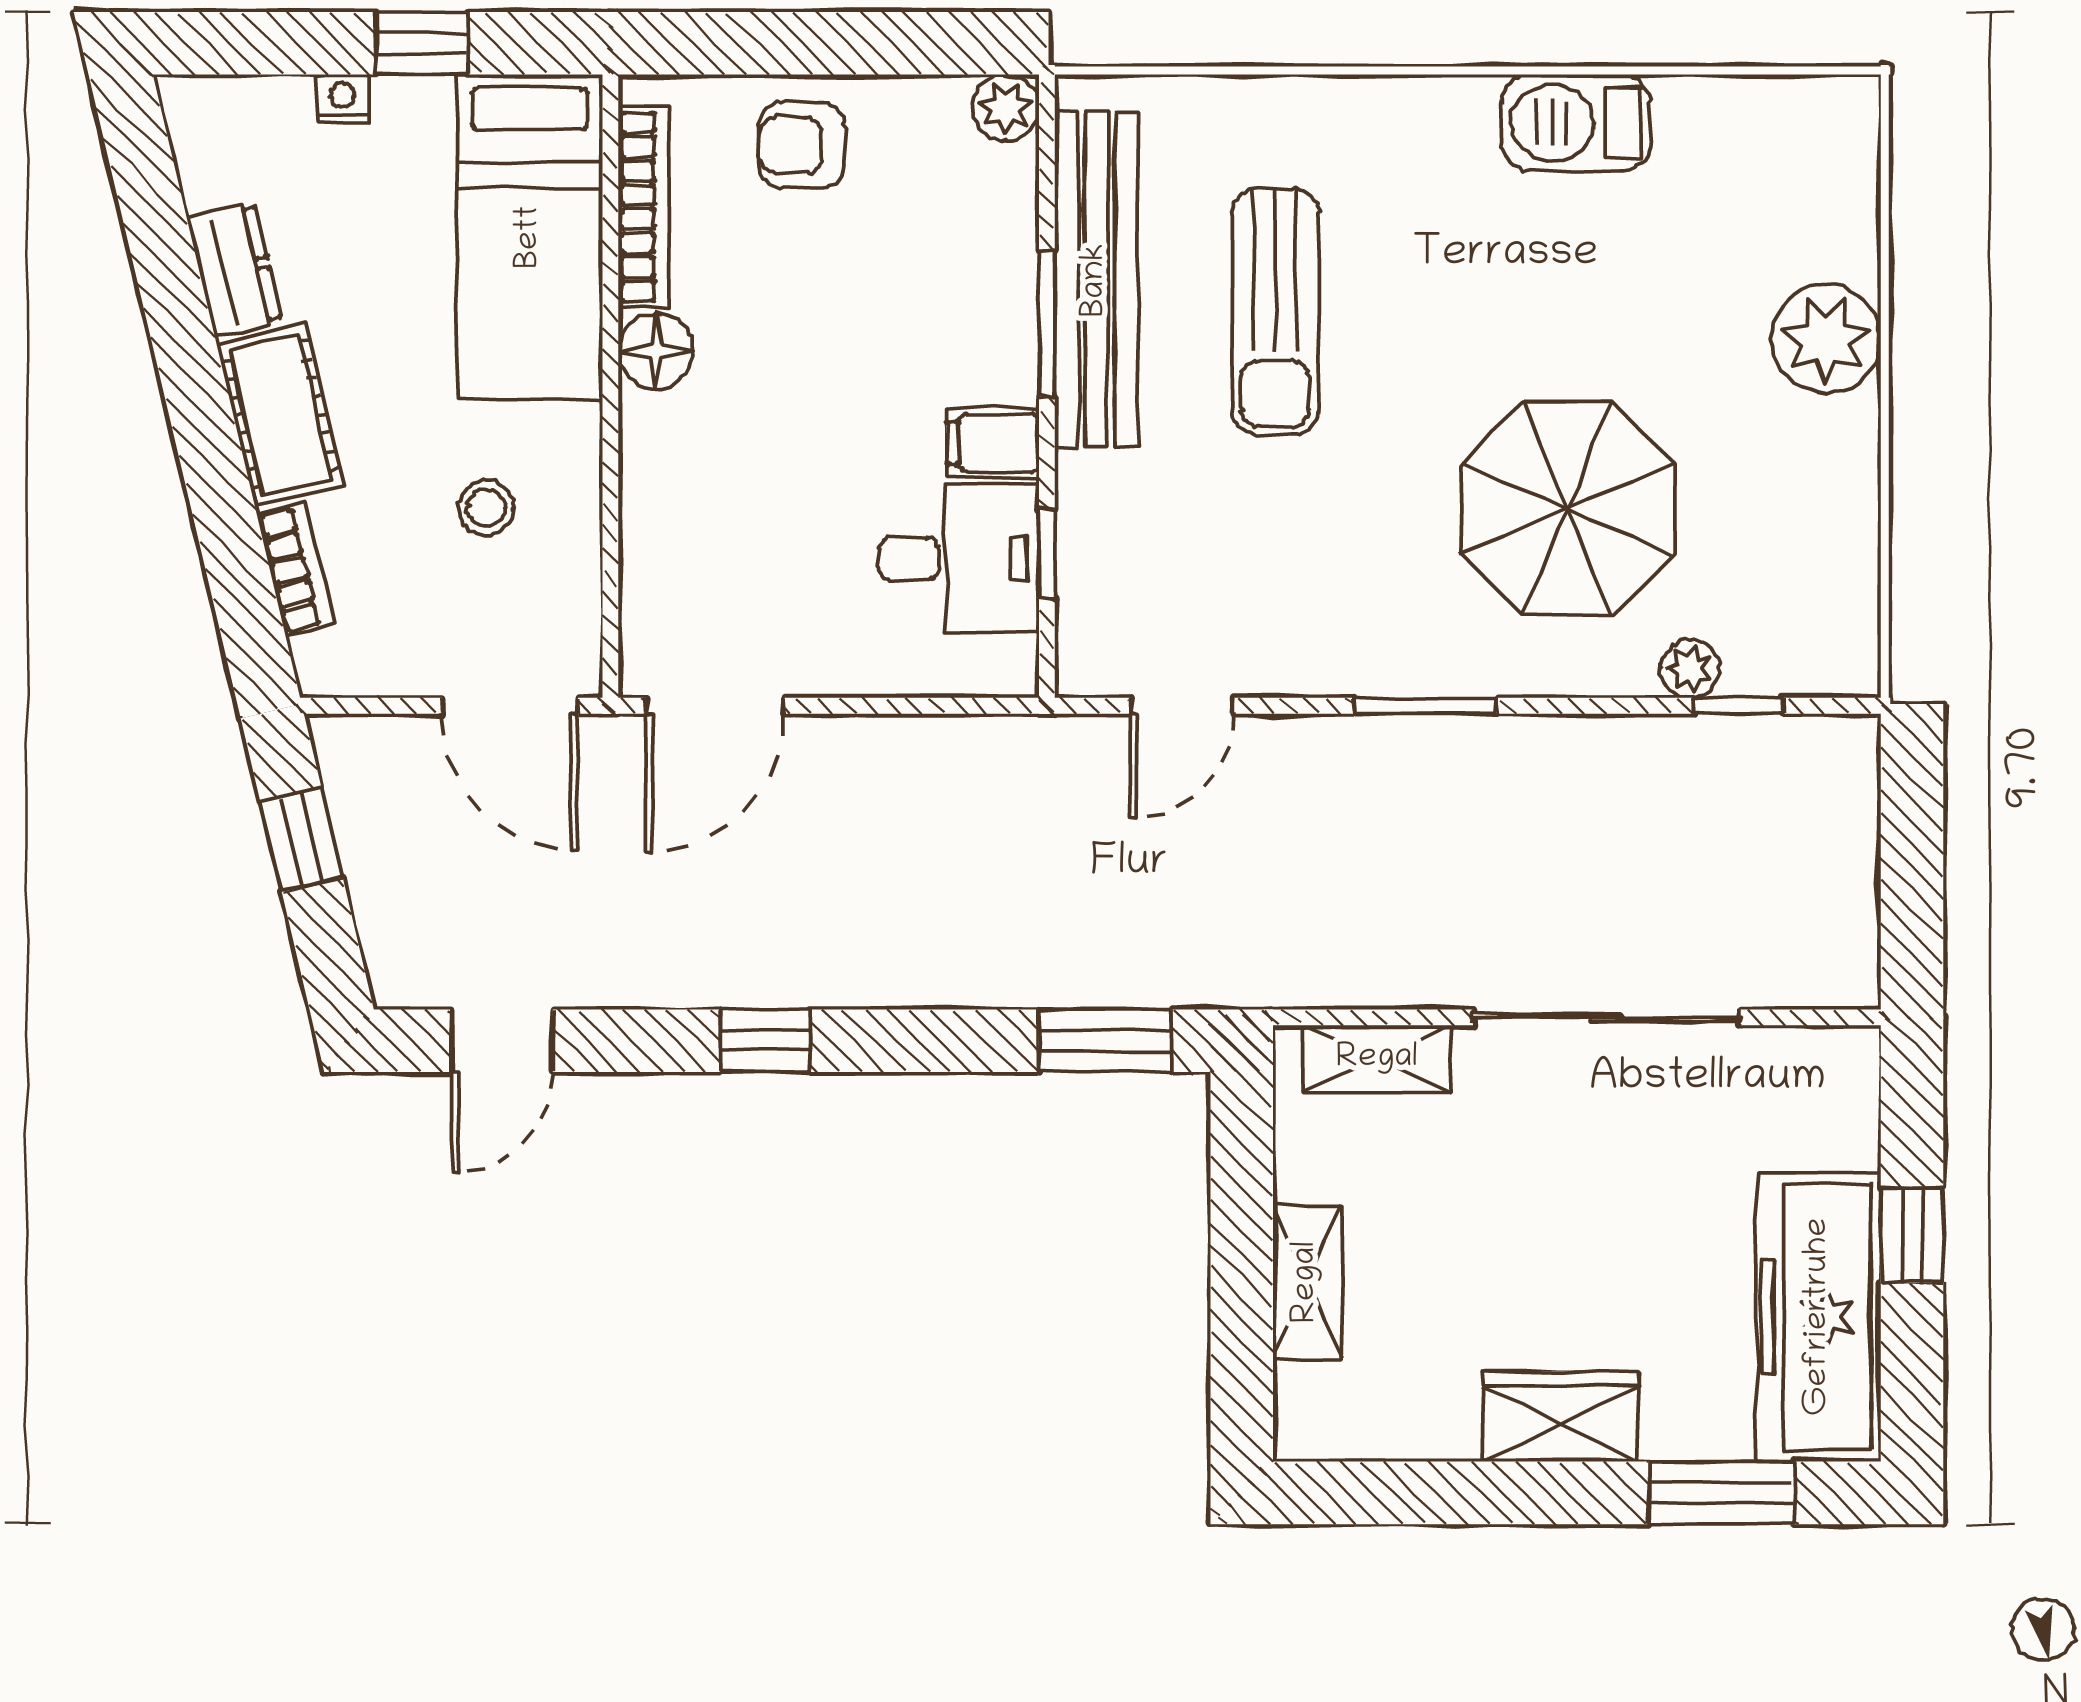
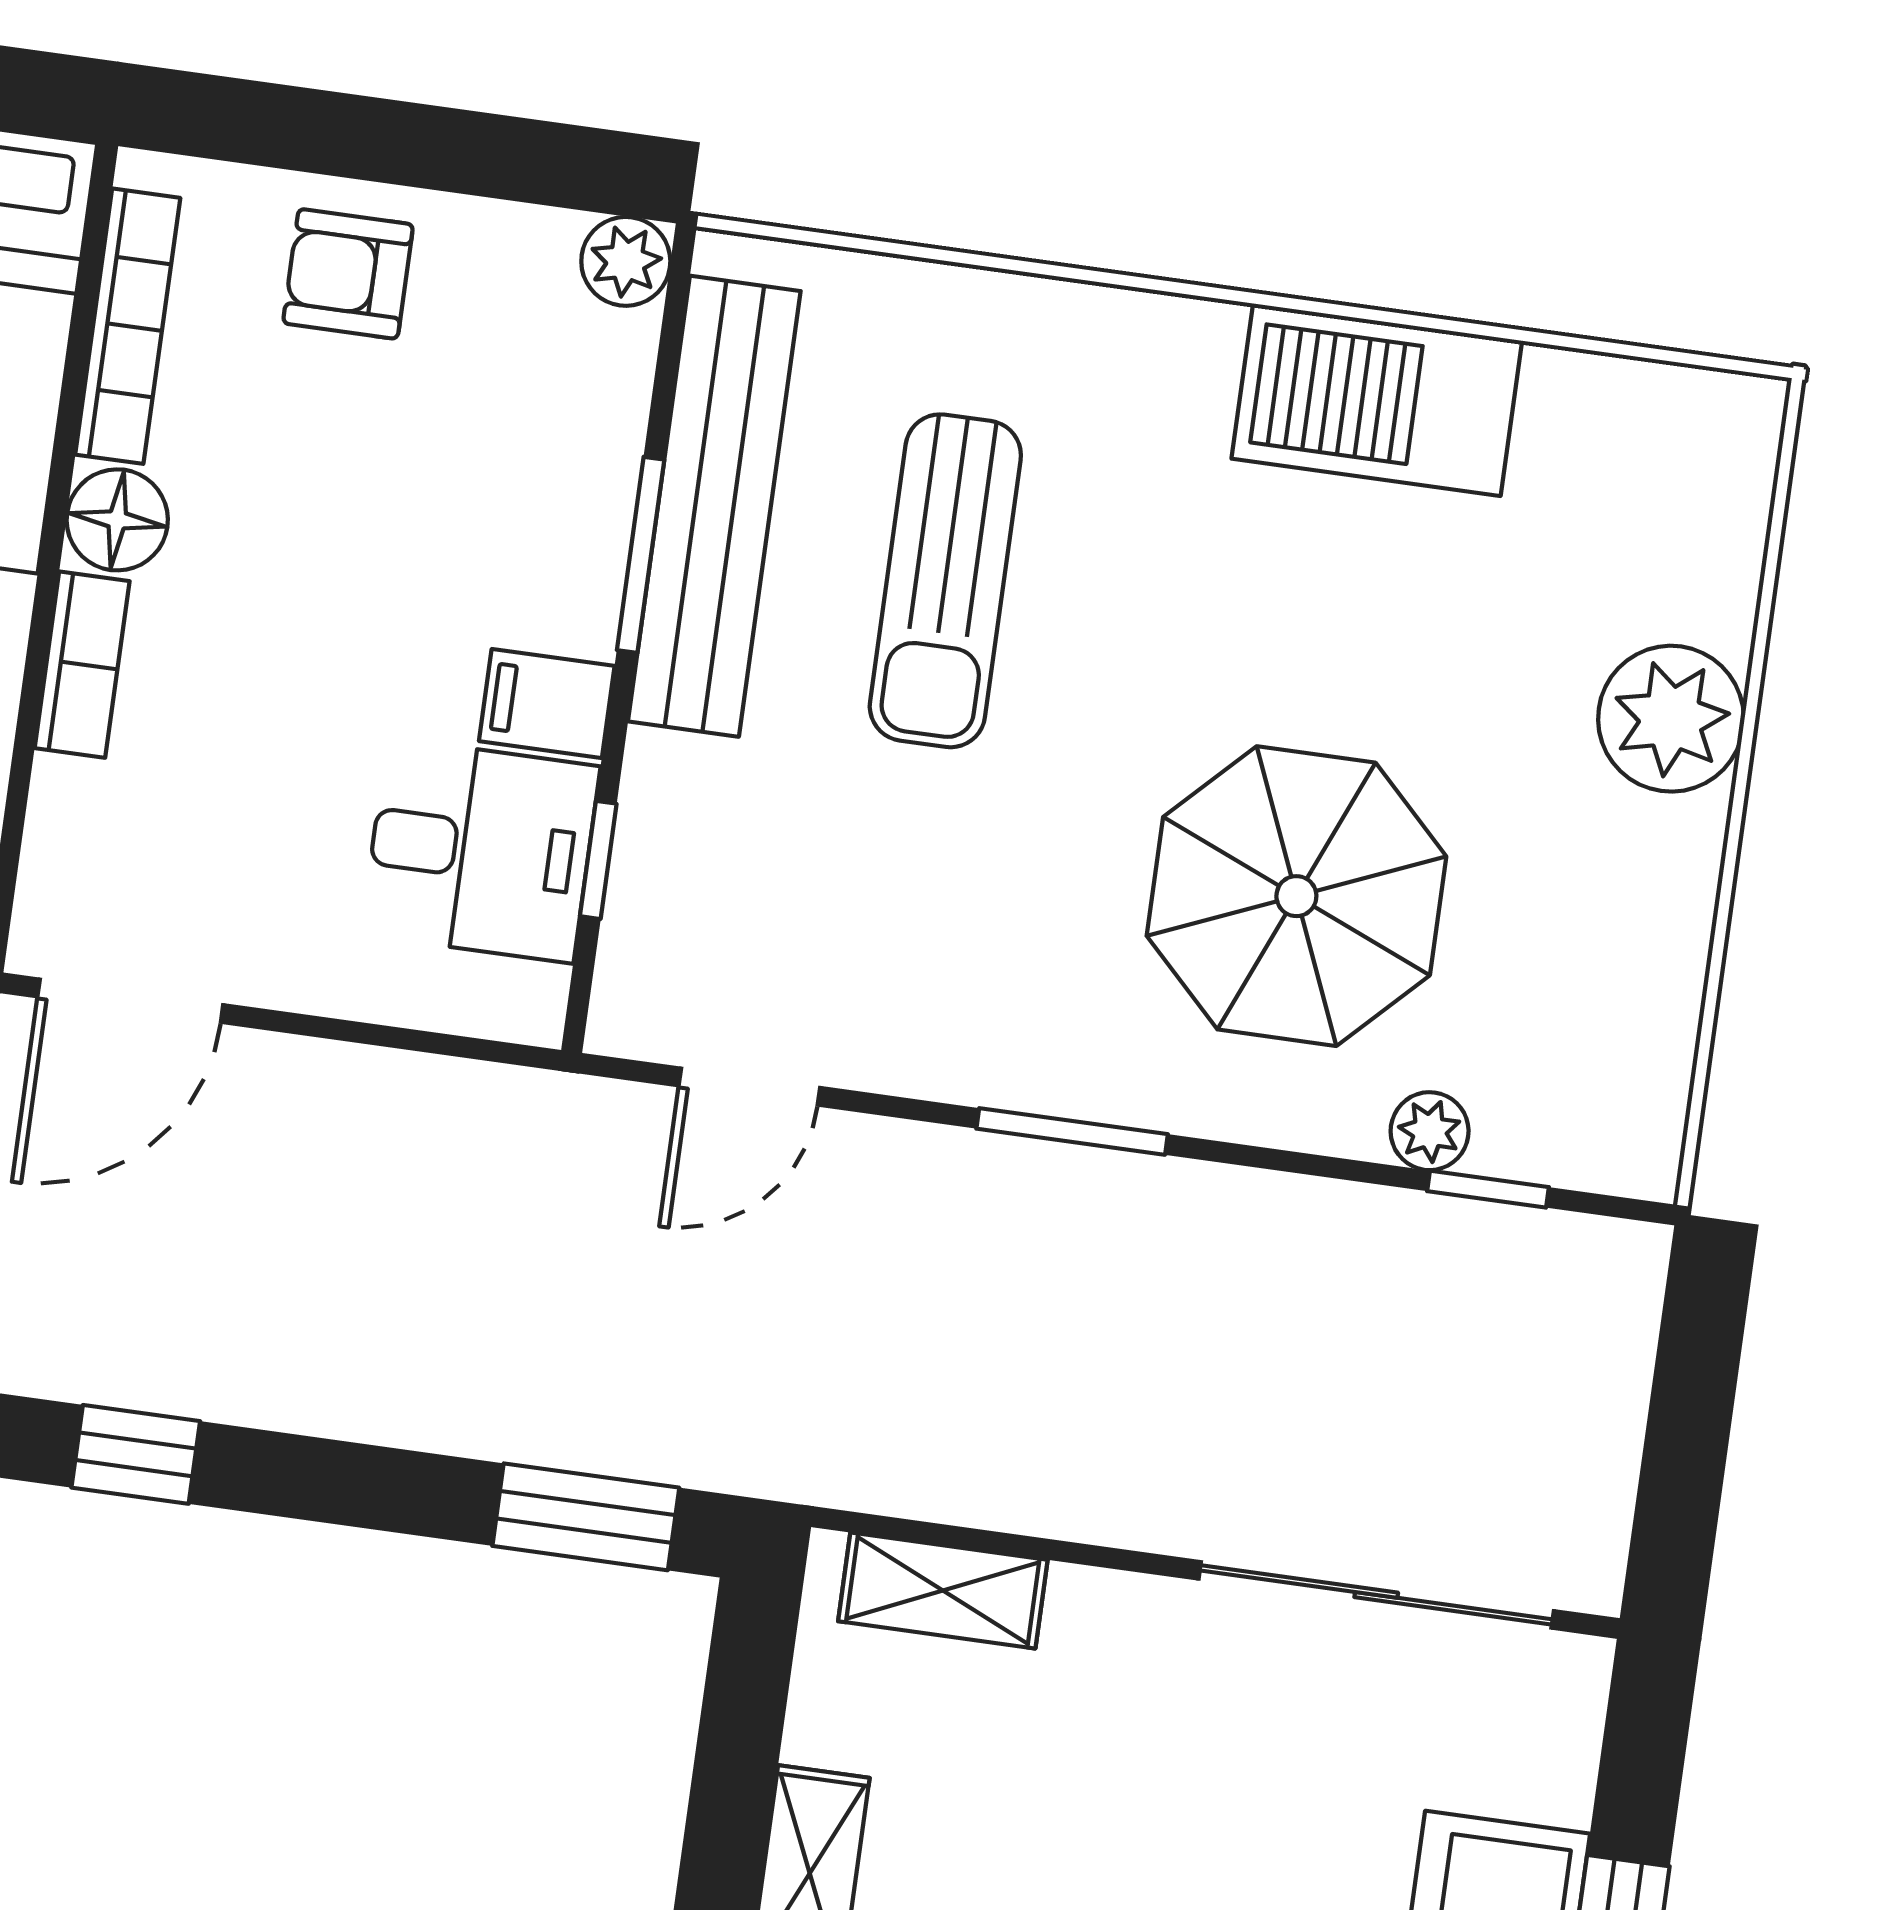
barbecue: (1576, 123) -> (1377, 400), width x1.37, depth x1.21
bookcase: (645, 462) -> (82, 665), added
sliding door: (1606, 1017) -> (1376, 1595), moved

